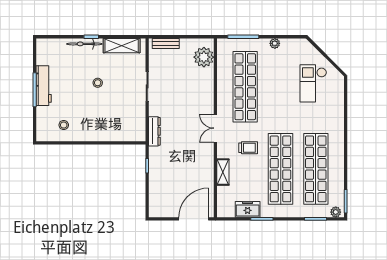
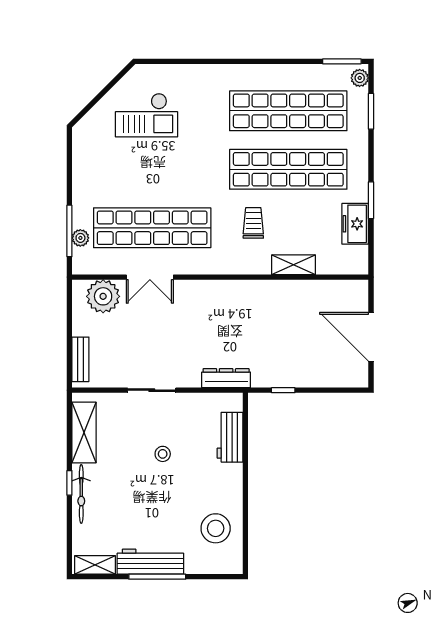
plant: (275, 43) -> (80, 238), moved
shelving: (42, 52) -> (95, 565), added
stool: (98, 83) -> (163, 454), moved
stool: (64, 125) -> (216, 528), width x1.89, depth x1.89
double door: (215, 128) -> (150, 277), moved
workbench: (119, 134) -> (230, 437), added
door: (194, 219) -> (371, 337), moved

